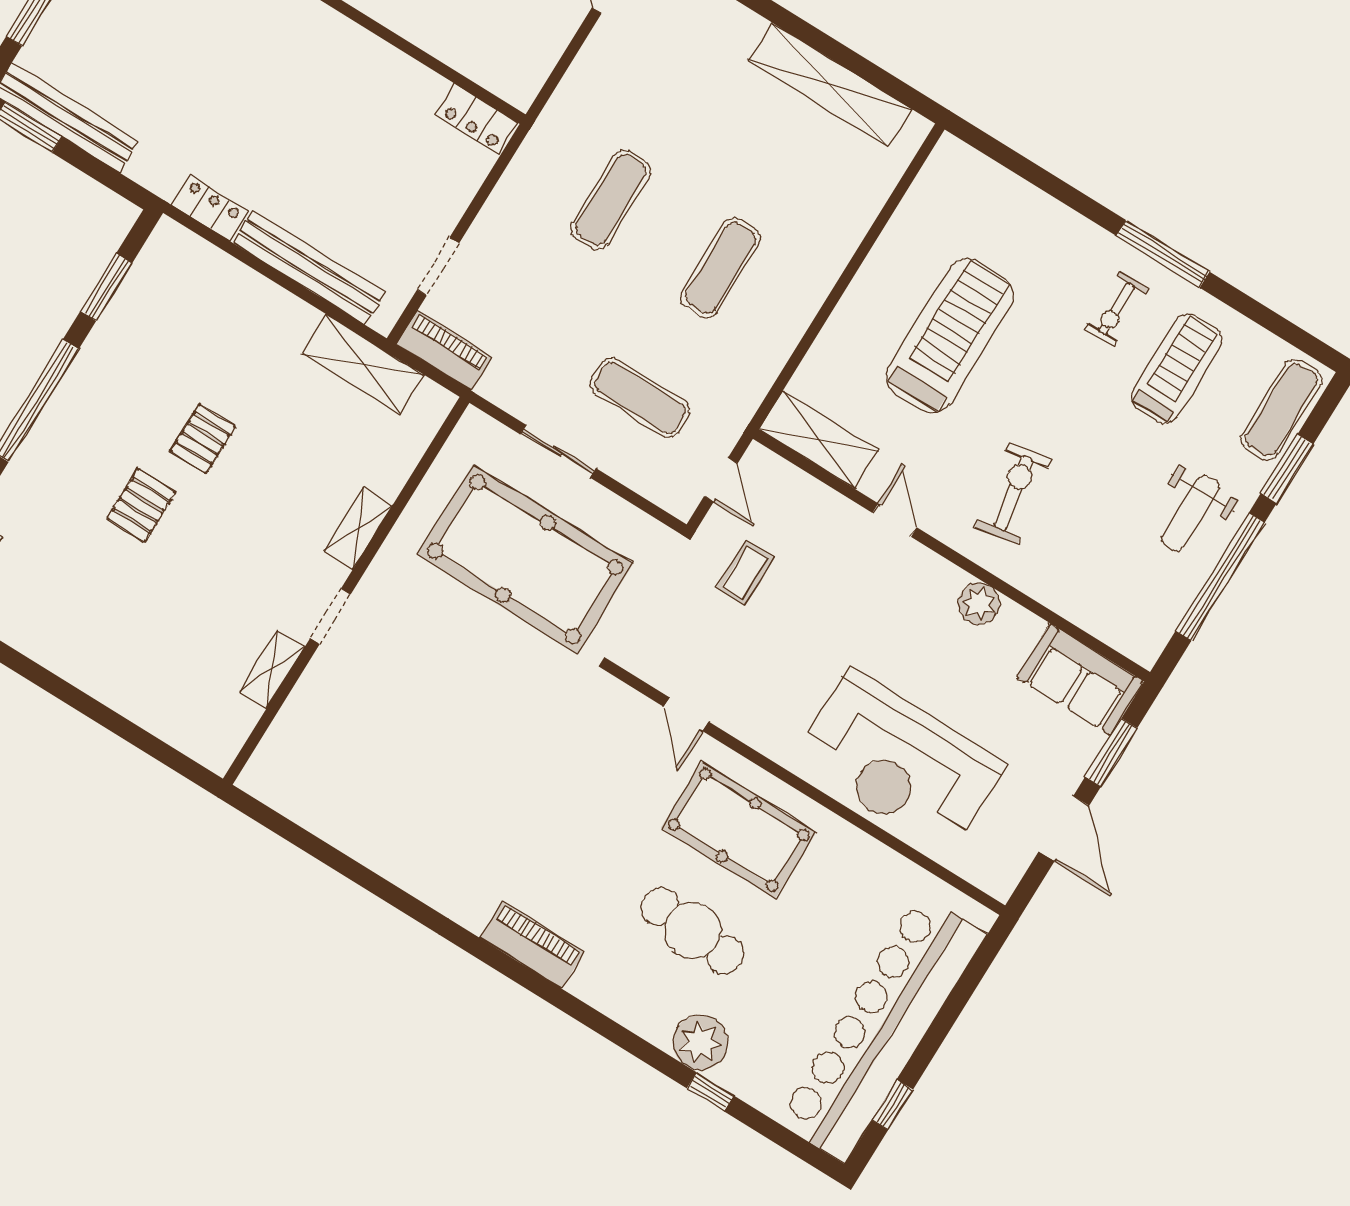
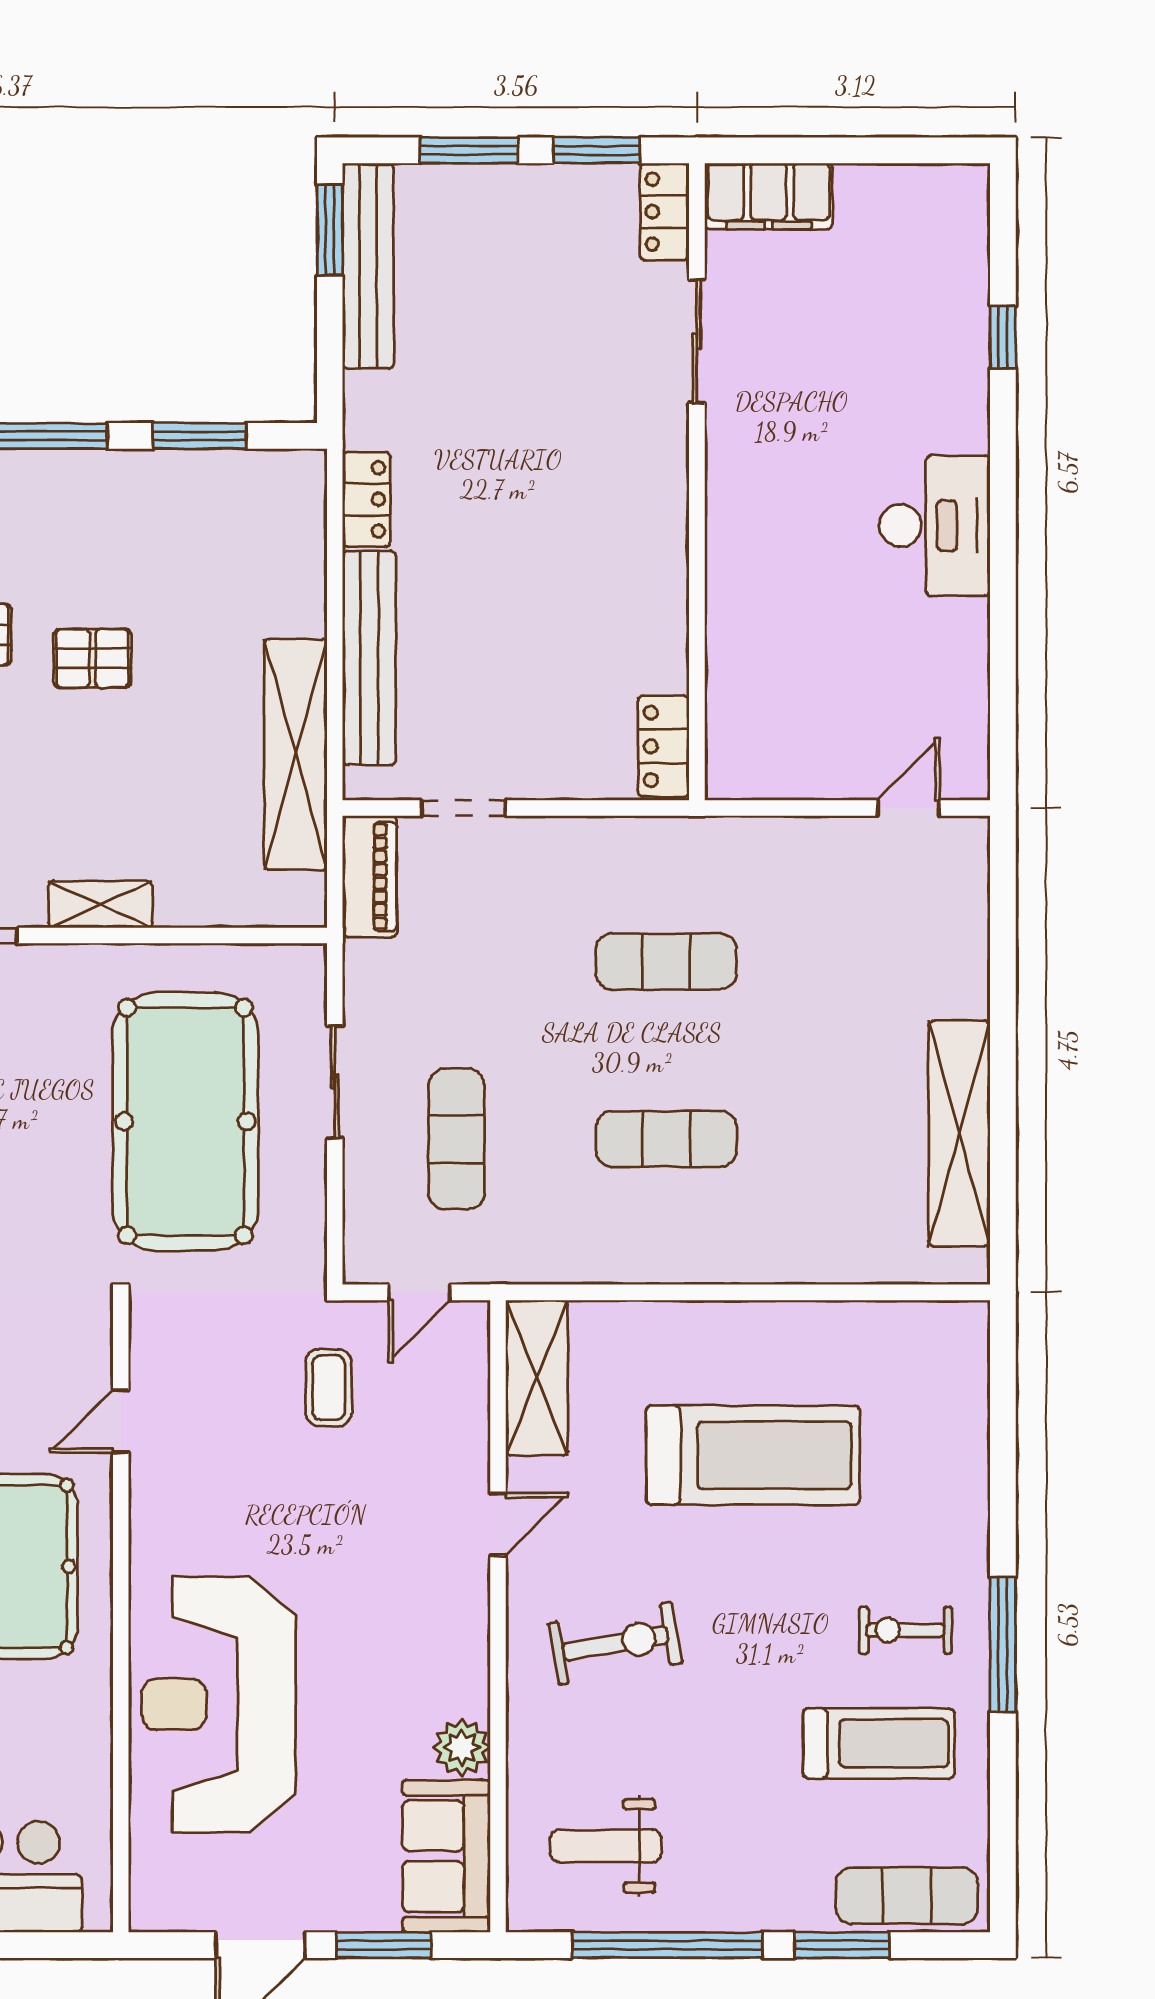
shelving: (363, 364) -> (296, 754), width x1.47
weight bench: (1191, 513) -> (606, 1846), moved
coffee table: (745, 572) -> (329, 1388), turned 90
plant: (979, 603) -> (462, 1748), moved

